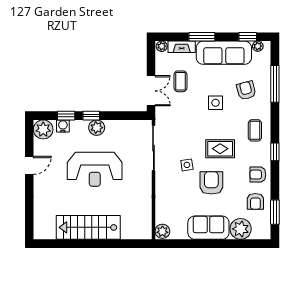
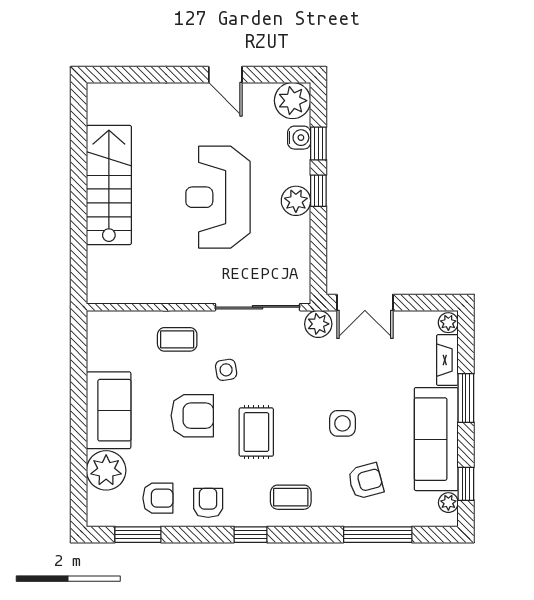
coffee table: (180, 81) -> (177, 339), moved
armchair: (255, 201) -> (158, 498), turned 180
plant: (162, 231) -> (318, 324), moved

